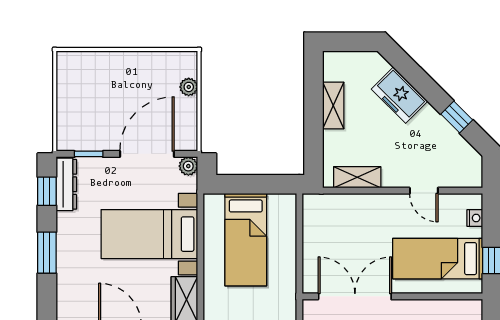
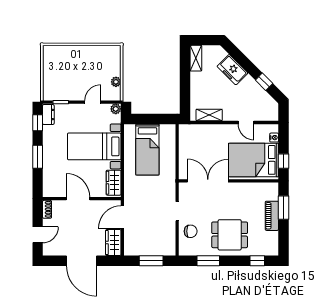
plant: (189, 87) -> (116, 82), moved
shelving: (333, 105) -> (196, 58), moved
door: (147, 154) -> (93, 102), width x0.53
dresser: (66, 184) -> (48, 115), width x0.70
bed: (438, 259) -> (254, 160), width x1.50

